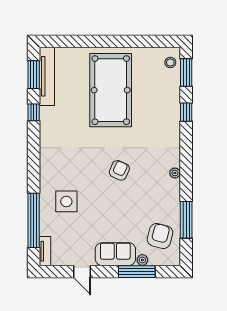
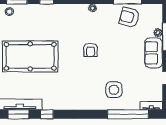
armchair: (119, 170) -> (91, 50), turned -114
armchair: (160, 236) -> (129, 17), moved

